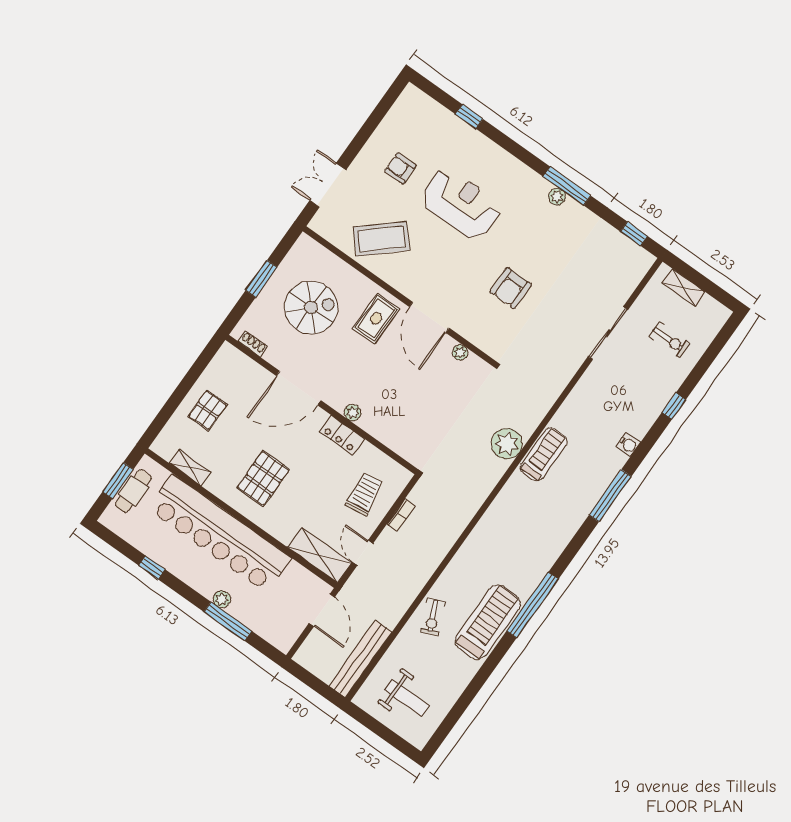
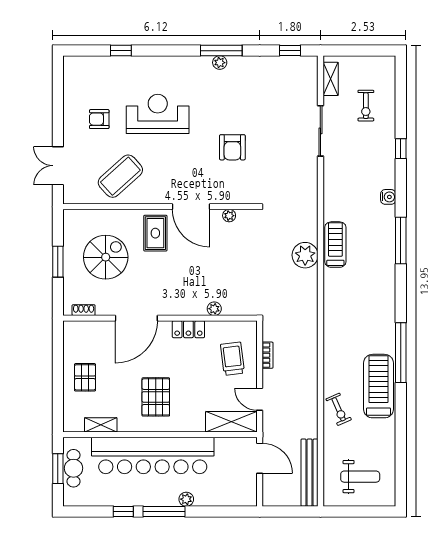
shelving: (683, 287) -> (331, 79), moved, turned 90
exercise bike: (670, 340) -> (366, 106), turned 90
plant: (353, 413) -> (214, 309), moved
window: (228, 621) -> (164, 511), moved

